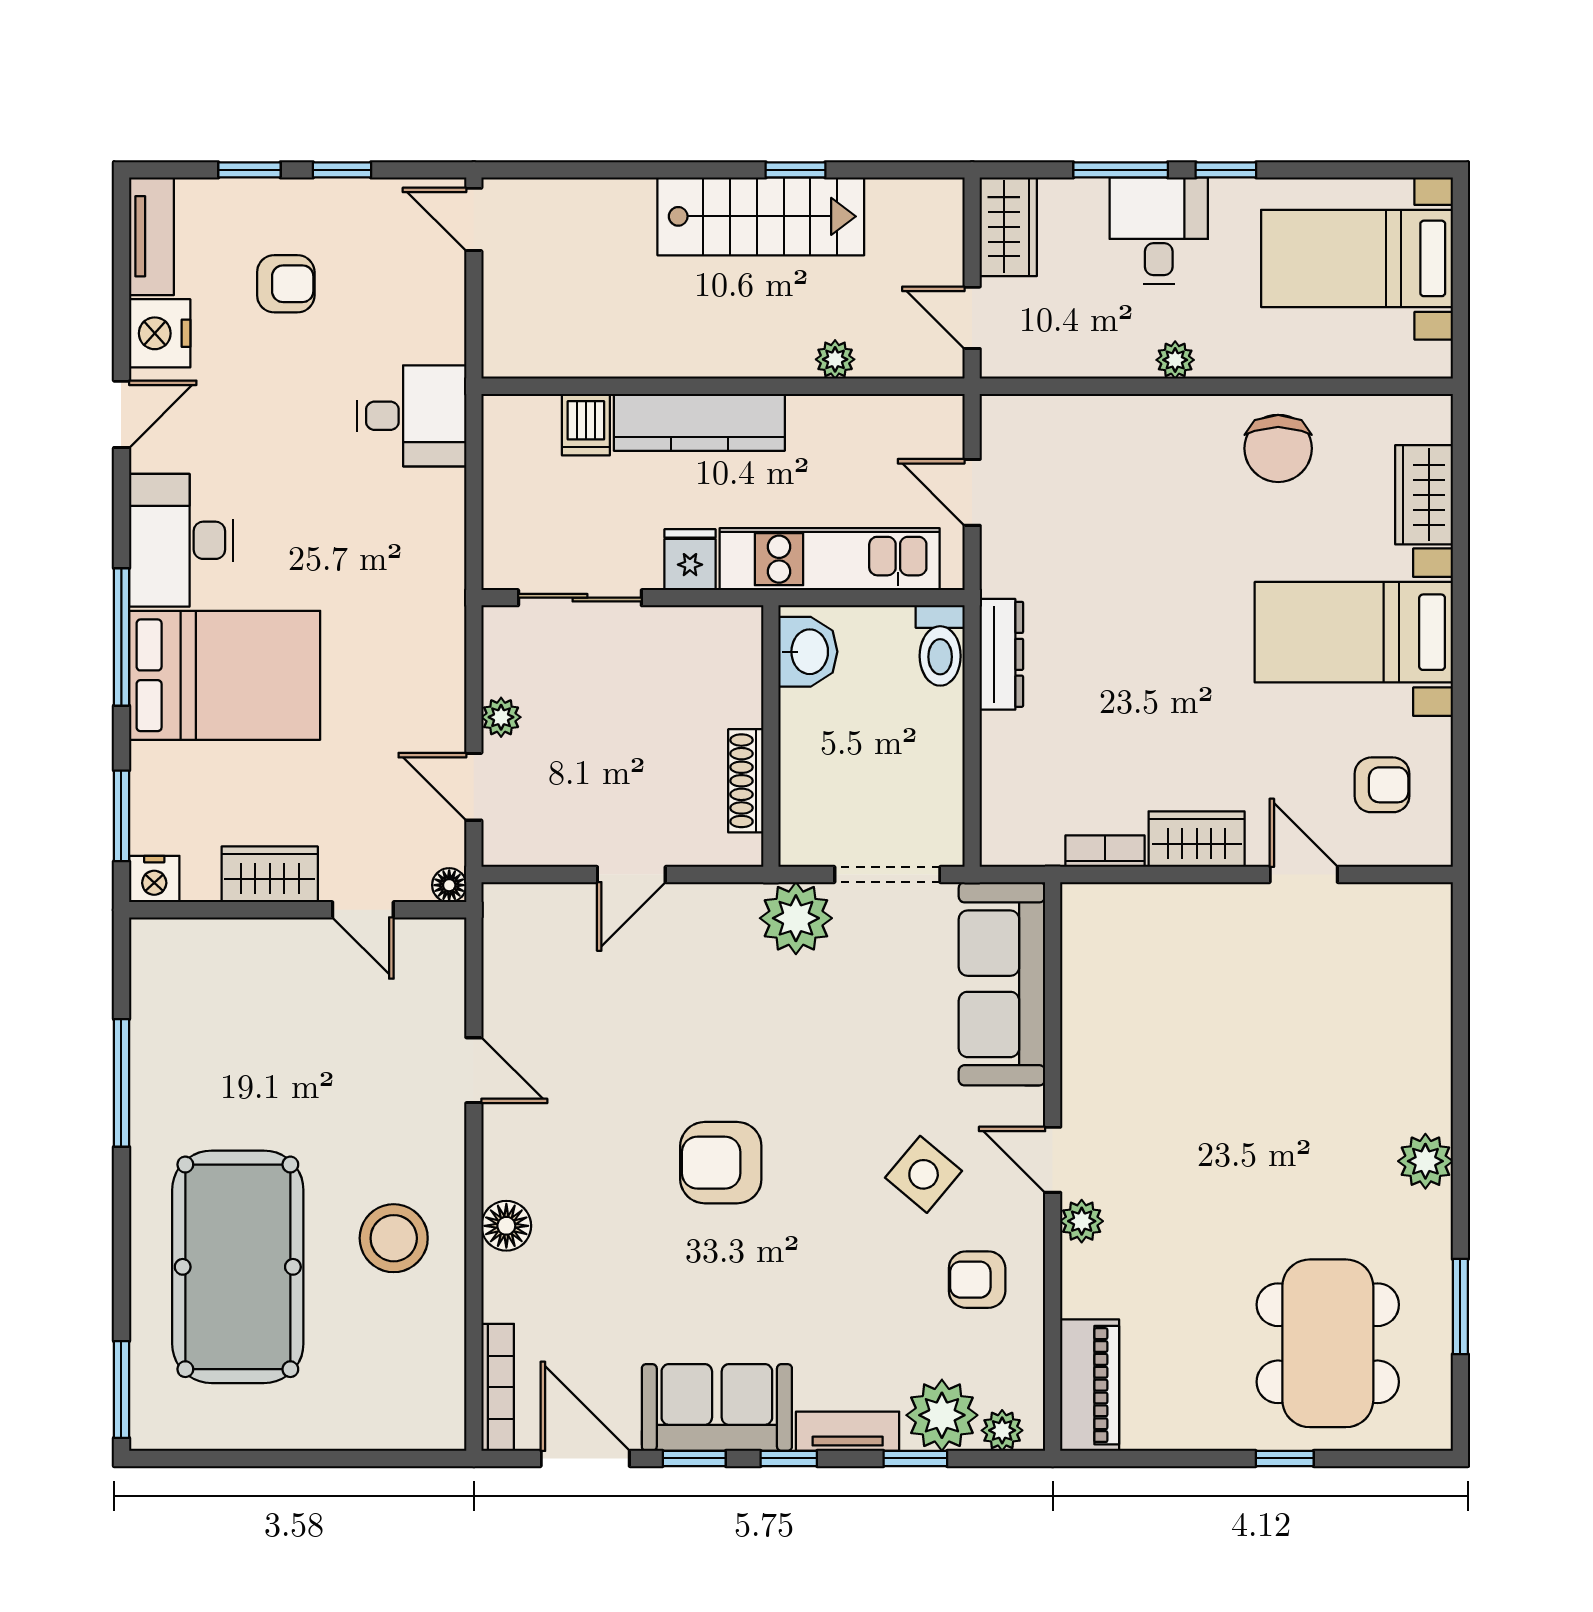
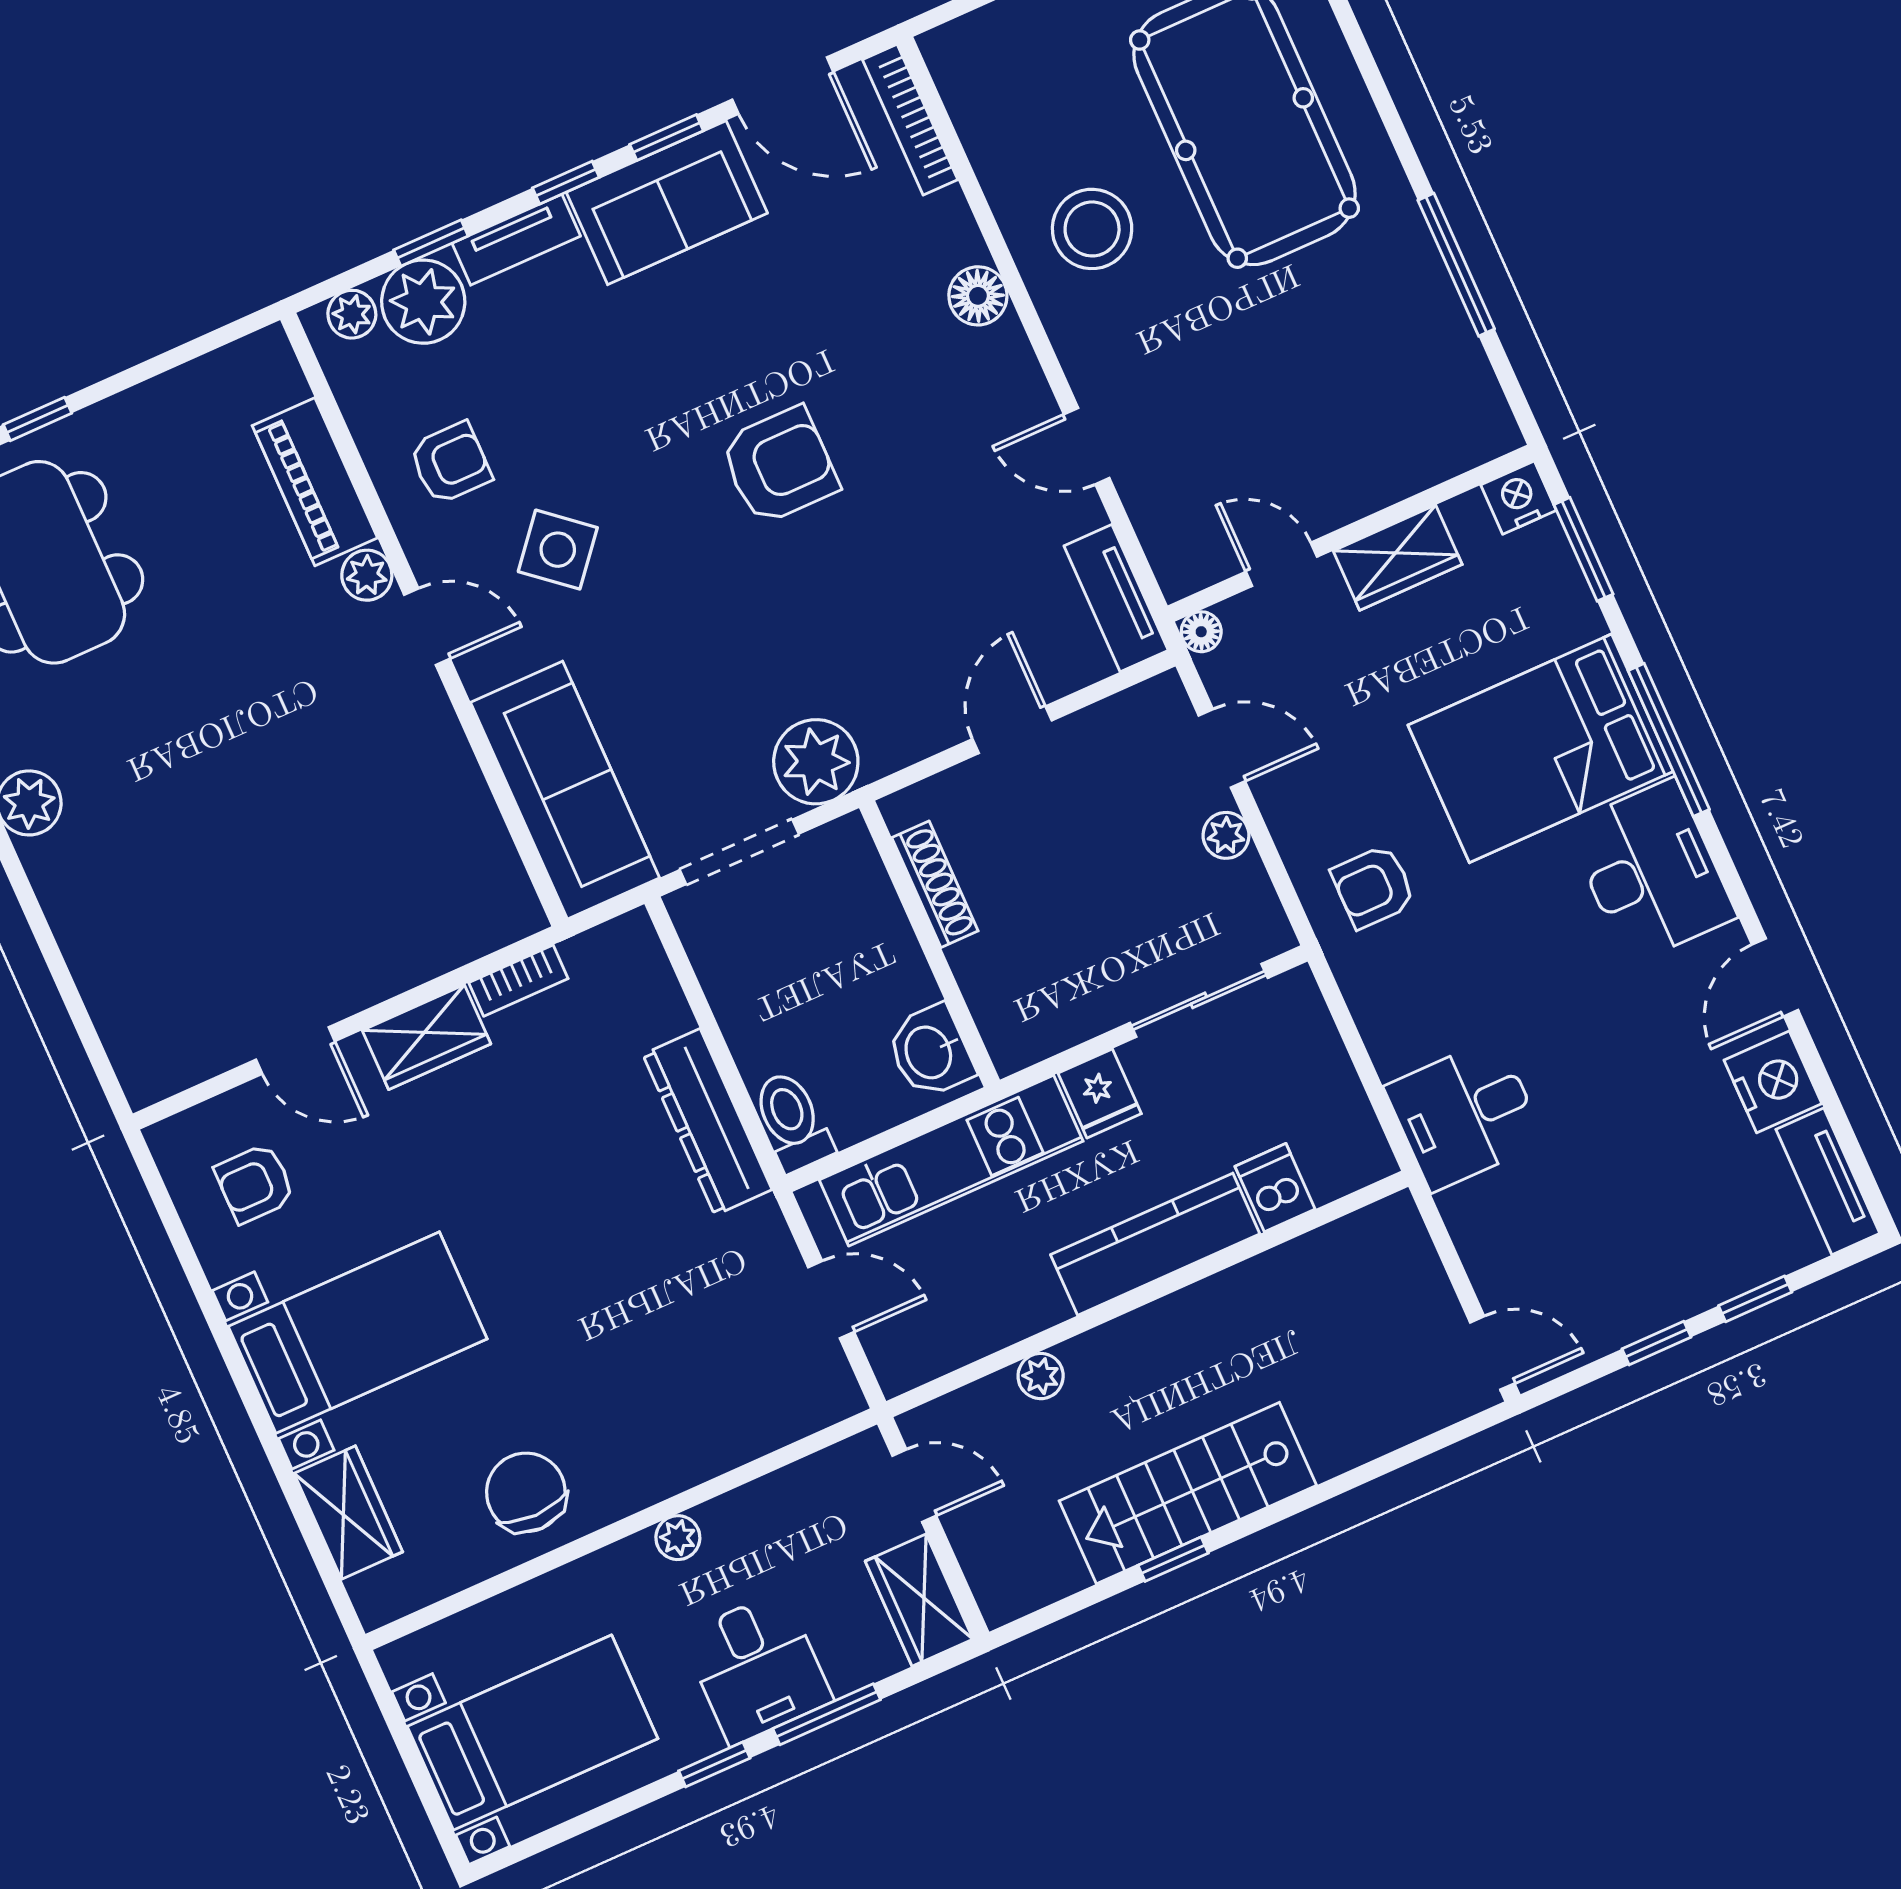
armchair: (286, 284) -> (1373, 887), moved
dresser: (1001, 654) -> (707, 1122), width x1.37, depth x1.24
tv unit: (504, 941) -> (1116, 598), added
piano: (1090, 1385) -> (315, 482), moved

